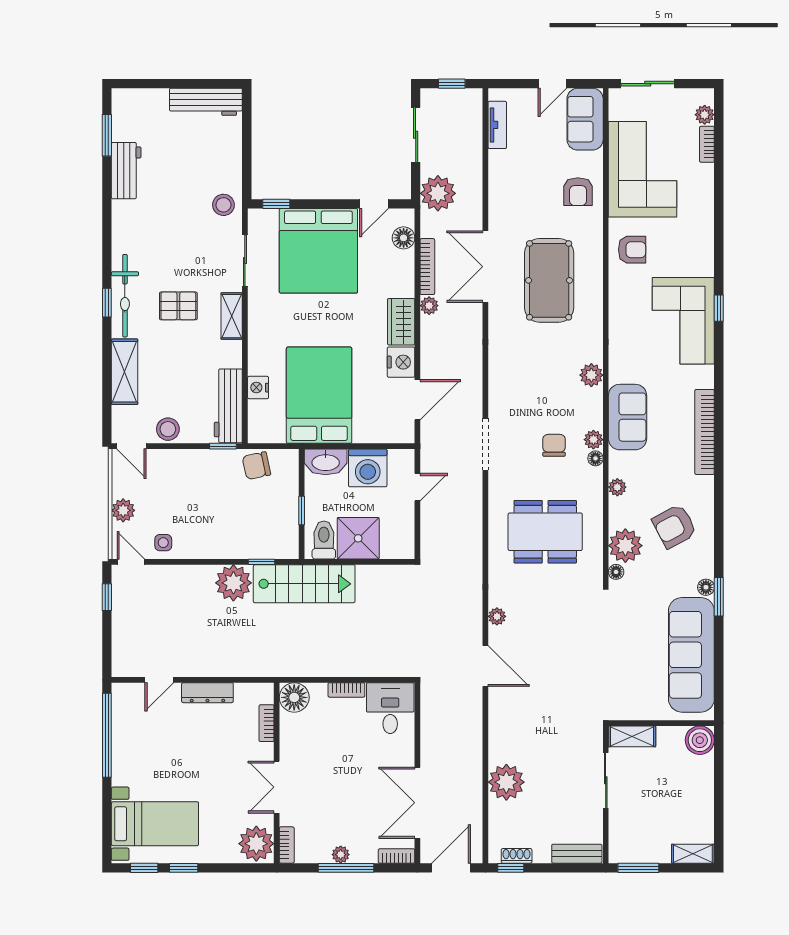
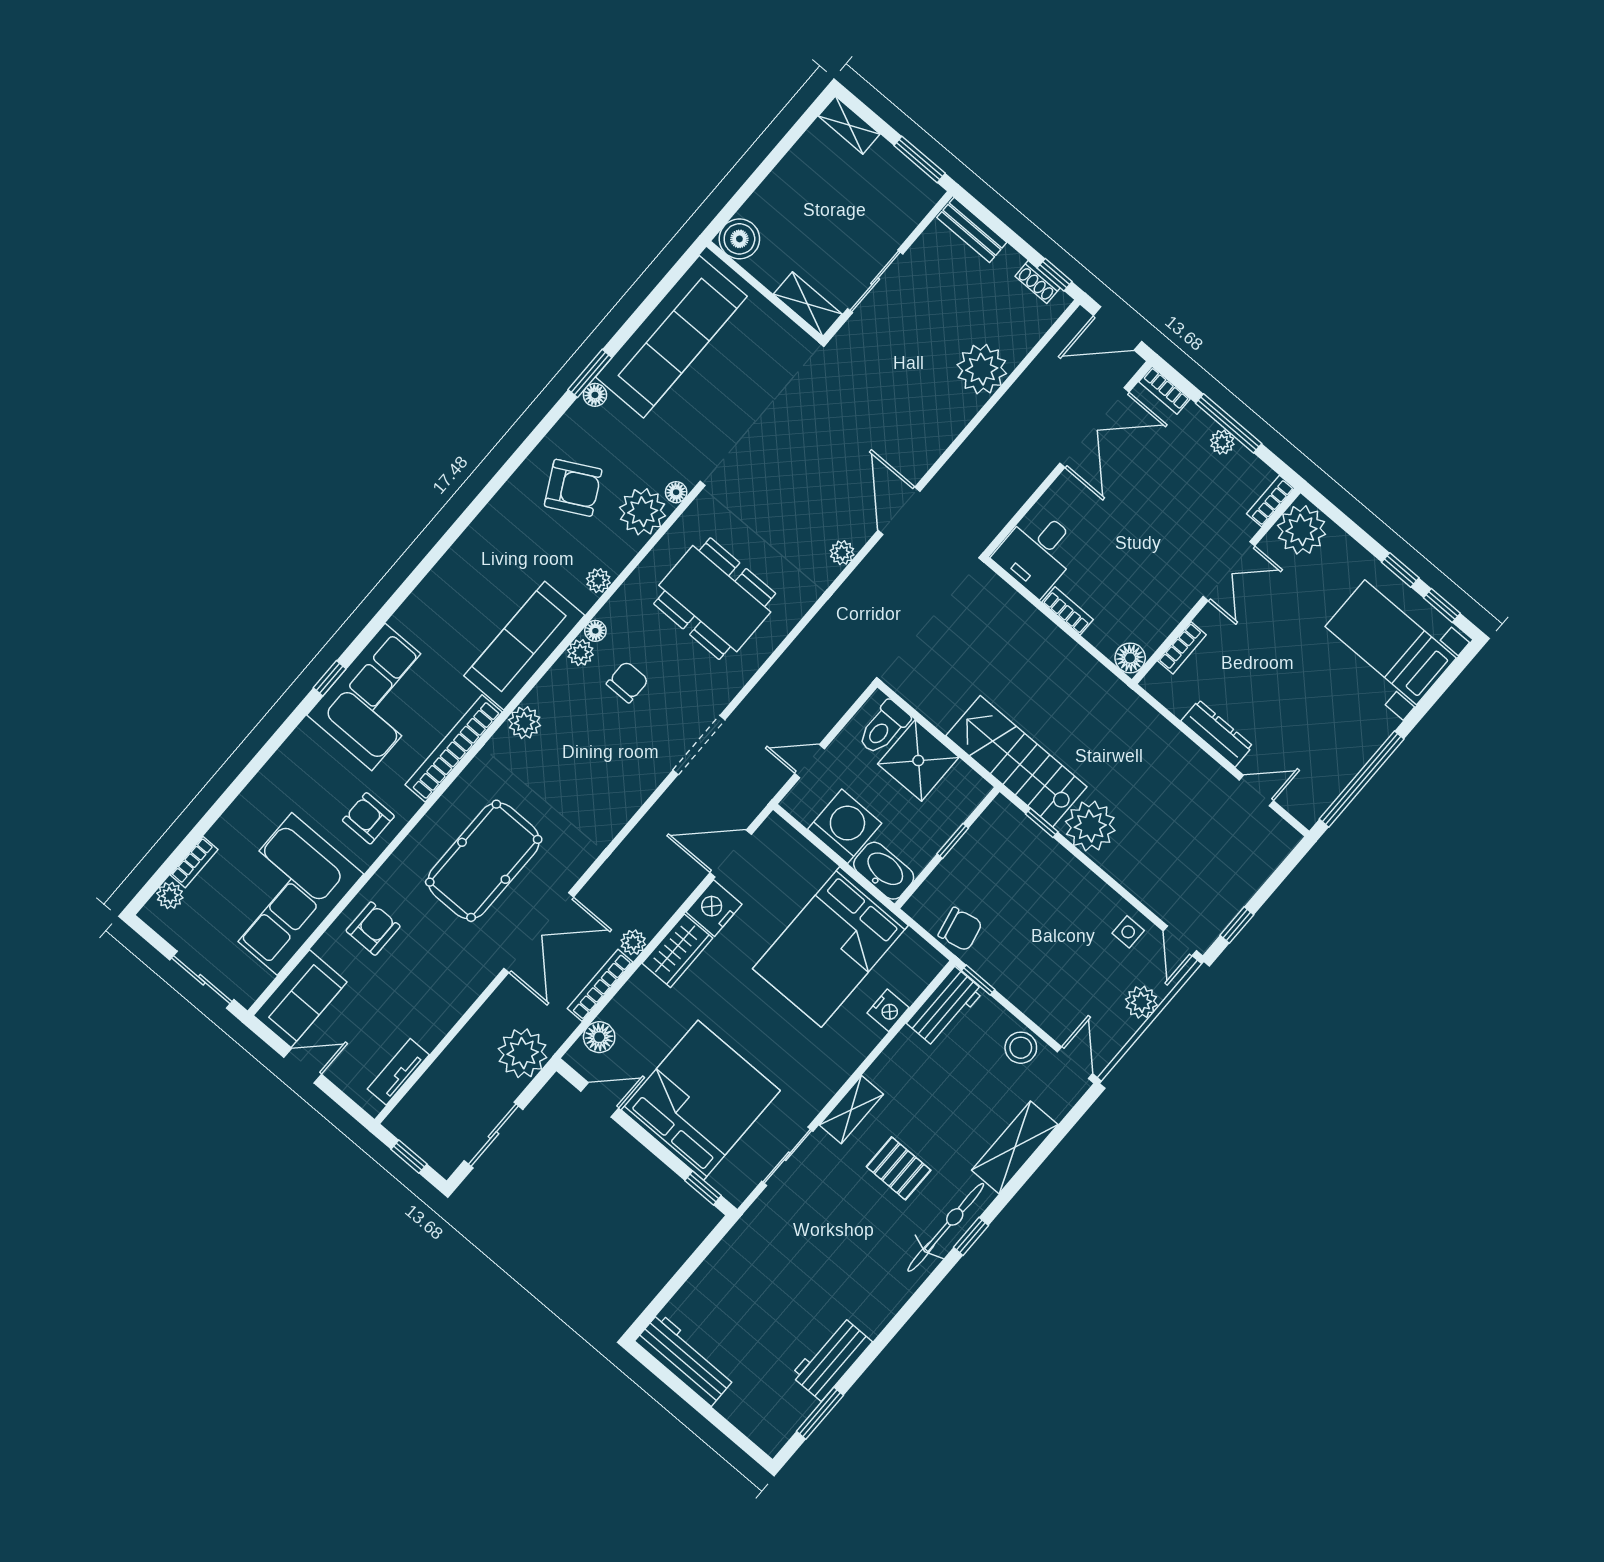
stool: (223, 205) -> (760, 1234), removed
workbench: (228, 406) -> (945, 1007), width x0.73
sofa: (627, 417) -> (524, 646), width x1.36
bookcase: (705, 432) -> (454, 748), moved, turned 180
chair: (554, 445) -> (627, 682), turned 180
toilet: (324, 540) -> (884, 728), moved
floor lamp: (294, 697) -> (1130, 658), width x0.73, depth x0.73

